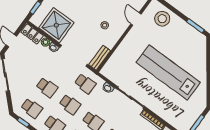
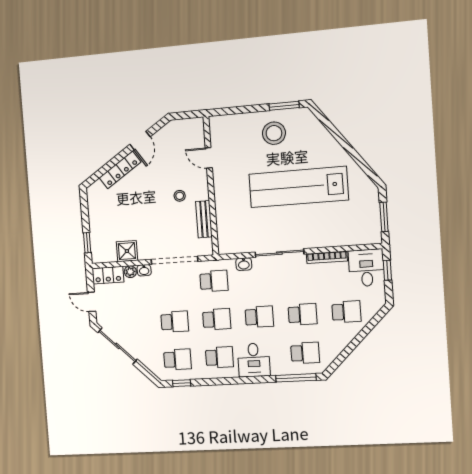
stool: (162, 19) -> (274, 133), moved
shower: (56, 25) -> (127, 251), width x0.54, depth x0.54
bench: (100, 58) -> (204, 219), moved

